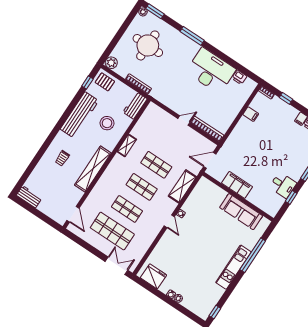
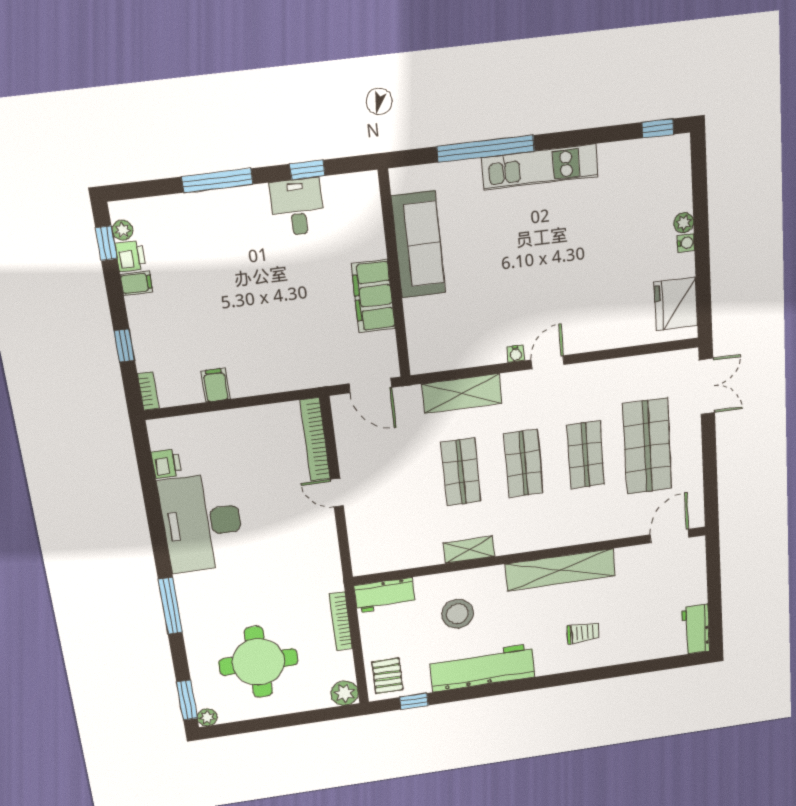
double door: (116, 266) -> (707, 386), swing flipped

